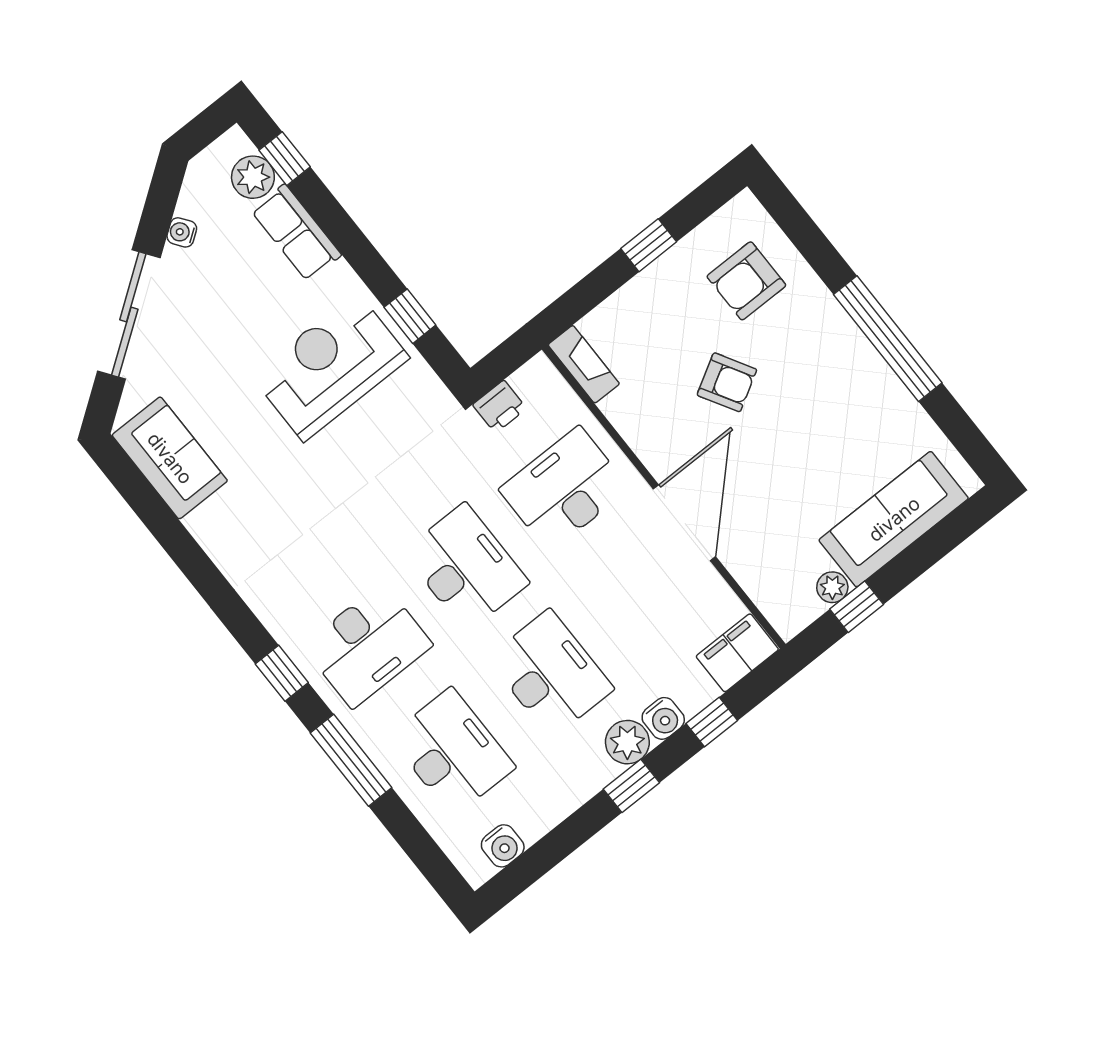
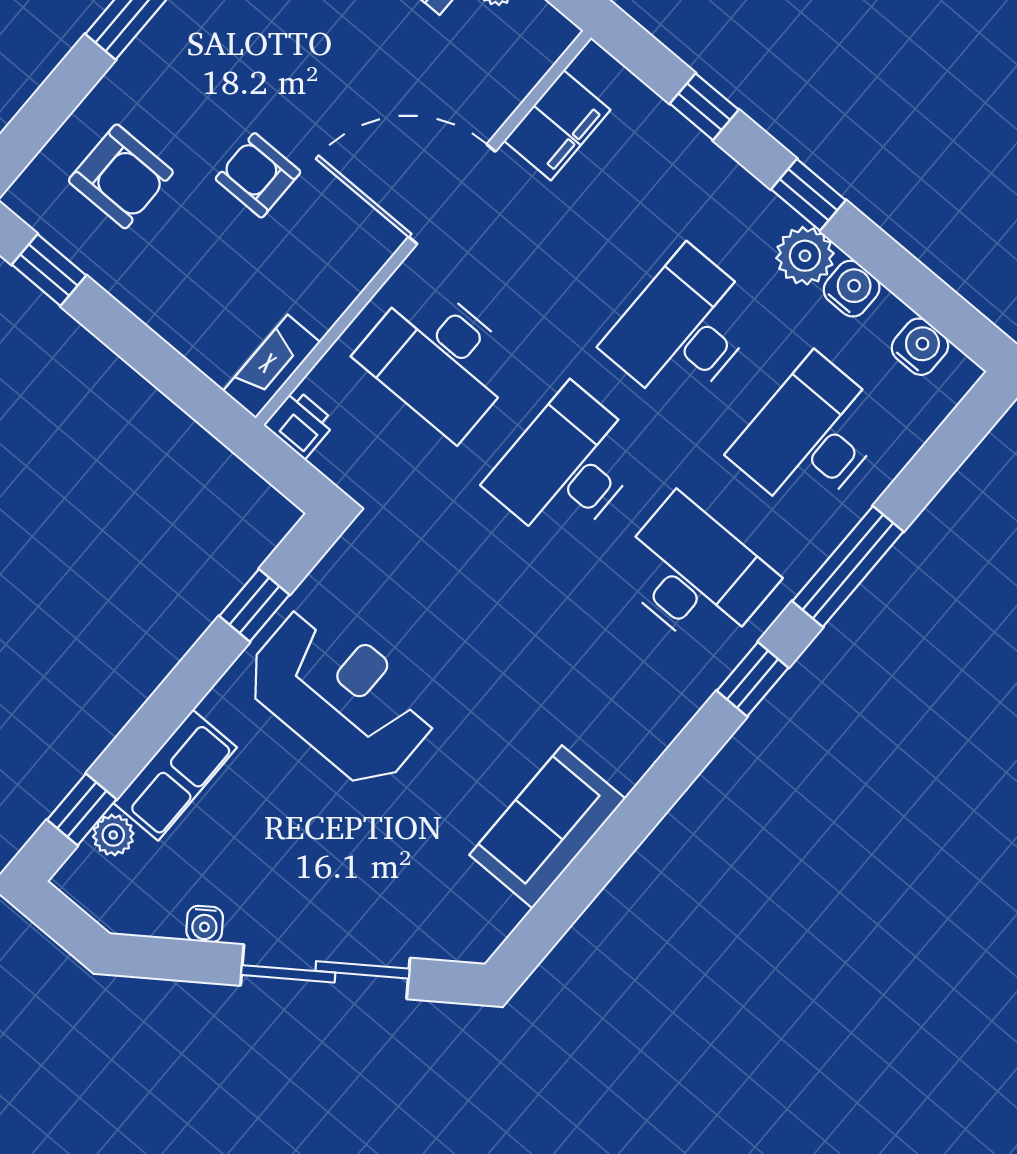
plant: (253, 177) -> (113, 835), width x0.73, depth x0.73
window: (649, 245) -> (49, 270), moved
reception desk: (330, 367) -> (341, 696), turned 180
armchair: (727, 382) -> (258, 175), turned -60
printer: (500, 407) -> (300, 424), moved
sofa: (170, 458) -> (547, 827), moved
filing cabinet: (737, 653) -> (557, 125), moved, turned -90
water cooler: (663, 718) -> (852, 289), moved
plant: (627, 742) -> (805, 256), moved

